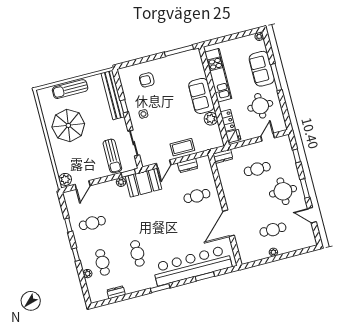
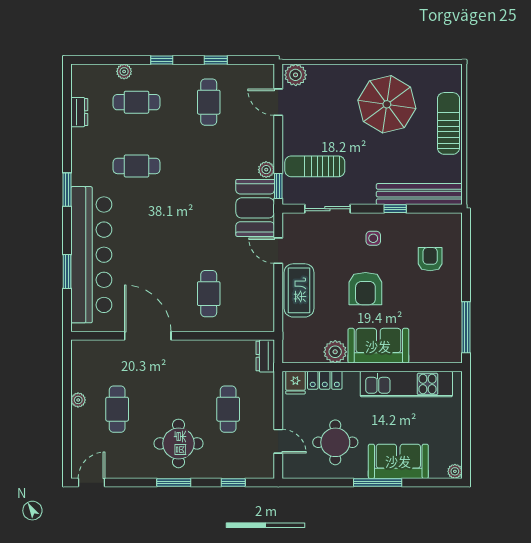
armchair: (172, 111) -> (365, 289), added
coffee table: (182, 147) -> (299, 290), width x1.36, depth x1.32
dresser: (188, 166) -> (265, 291), removed
door: (312, 215) -> (92, 483), moved

